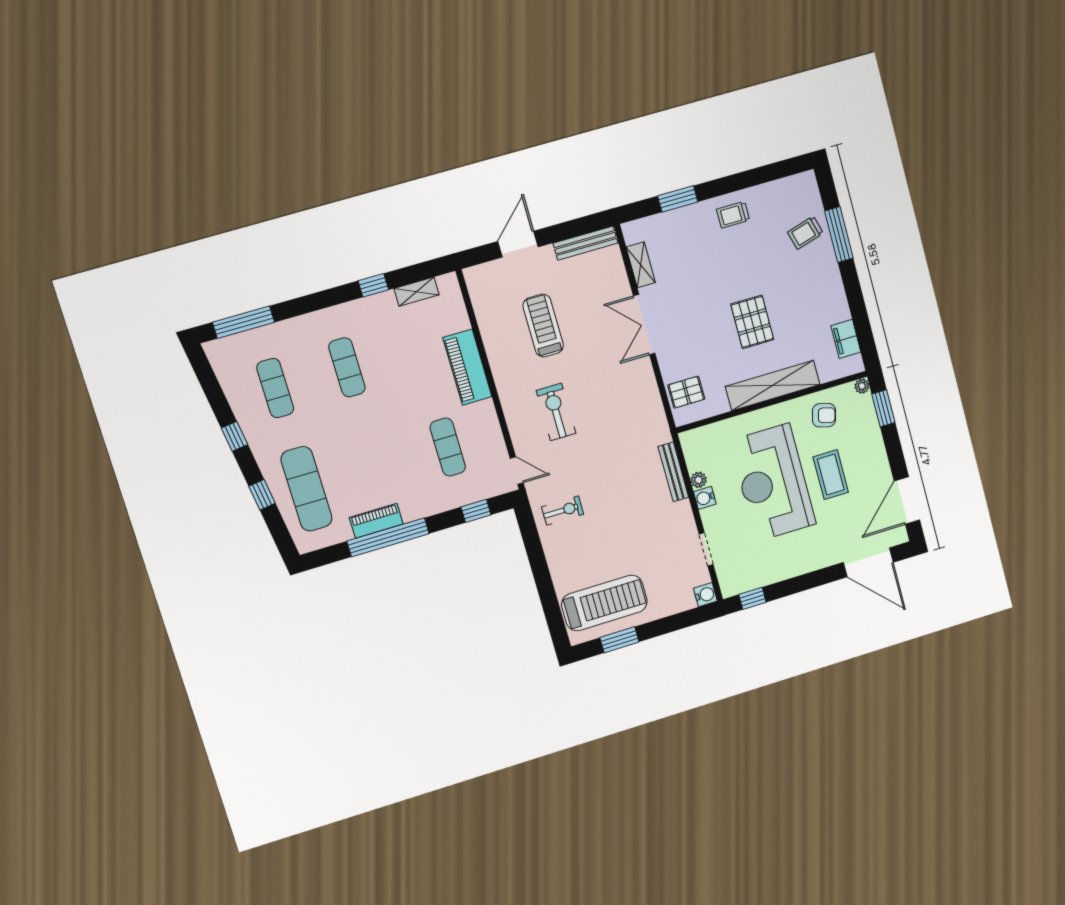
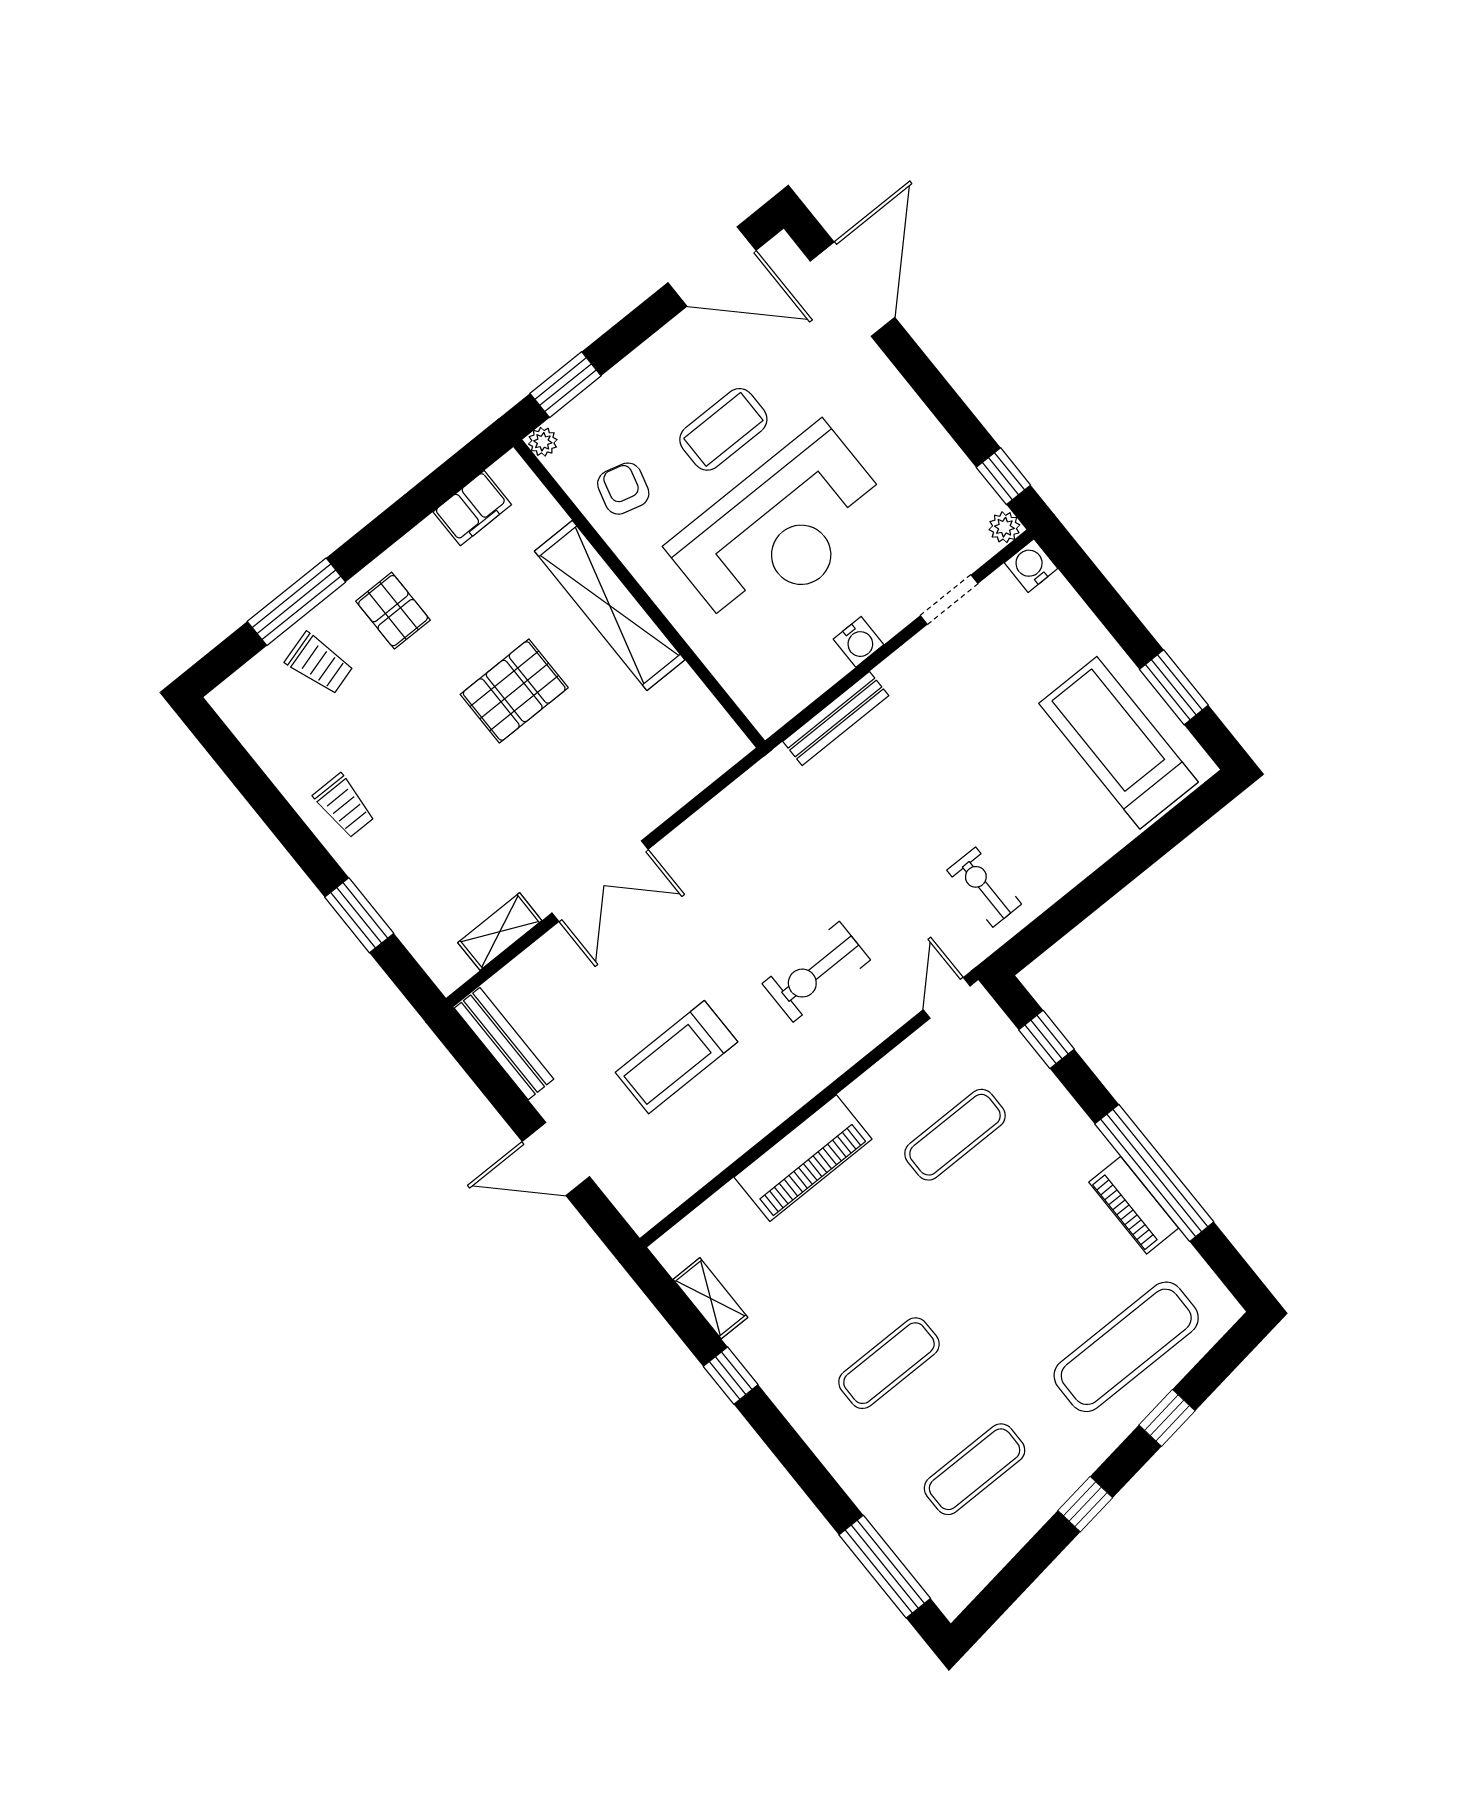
pallet: (686, 392) -> (393, 611), moved
plant: (699, 480) -> (1004, 527), moved

